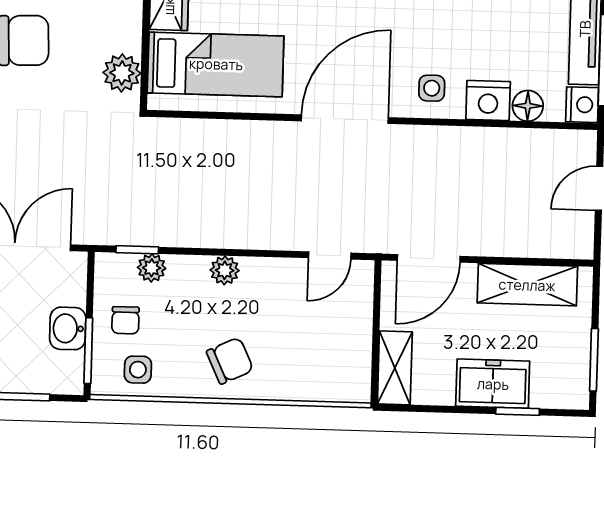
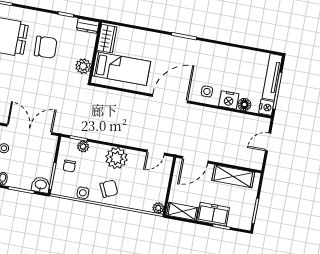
plant: (225, 270) -> (116, 158), width x1.87, depth x1.87
washbasin: (68, 328) -> (41, 185), moved, turned 90
shelving: (395, 368) -> (182, 211), moved, turned 90
side table: (138, 370) -> (83, 193), moved
plant: (357, 389) -> (158, 208), added

